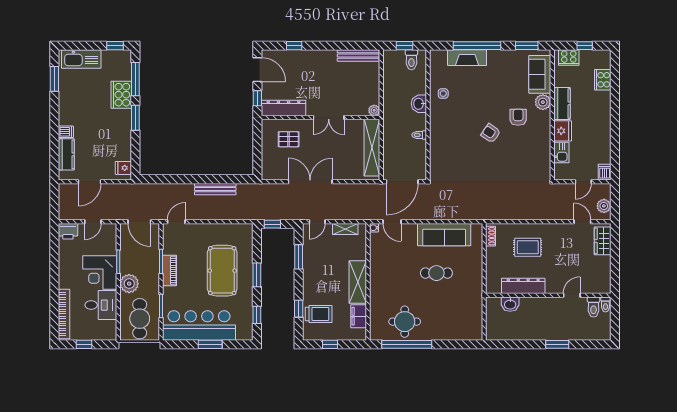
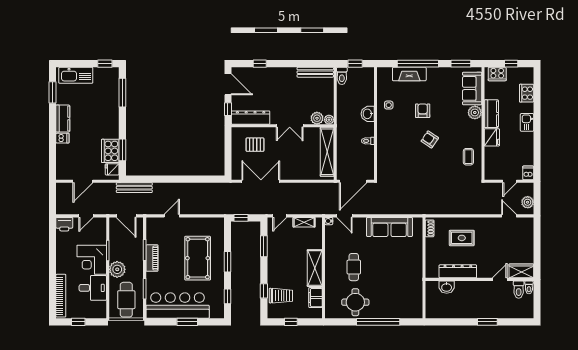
toilet: (411, 60) -> (342, 76), moved
cooker: (121, 95) -> (110, 151), moved
plant: (360, 109) -> (317, 118), added
armchair: (518, 117) -> (423, 111), moved
window: (135, 118) -> (122, 150), moved
coffee table: (535, 153) -> (468, 157), added
kitchen sink: (561, 153) -> (527, 122), moved, turned 180
kitchen counter: (66, 154) -> (63, 119), moved
double door: (310, 182) -> (261, 181), moved
bench: (215, 189) -> (134, 188), moved
door: (176, 222) -> (172, 216), moved
wardrobe: (603, 241) -> (521, 271), moved, turned 90
cafe table: (436, 273) -> (354, 267), moved, turned 90
window: (407, 344) -> (378, 322), moved

